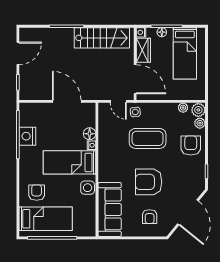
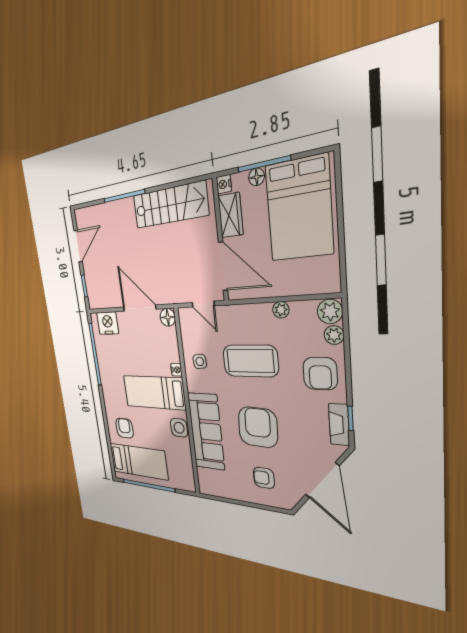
bed: (185, 53) -> (299, 209), width x1.50
plant: (183, 108) -> (281, 310), moved
side table: (135, 112) -> (200, 361), moved
floor lamp: (90, 134) -> (168, 317), moved
nightstand: (27, 136) -> (108, 323), moved, turned 90
armchair: (191, 145) -> (320, 374), turned 180
fireplace: (200, 176) -> (339, 424), added
armchair: (149, 182) -> (258, 427), turned 92
sofa: (110, 209) -> (206, 431), moved
armchair: (150, 217) -> (264, 478), turned 90

